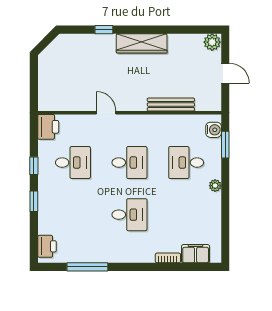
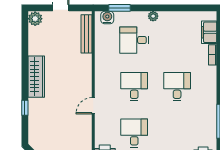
bench: (171, 105) -> (87, 34), moved
desk: (186, 163) -> (134, 40), turned 90

